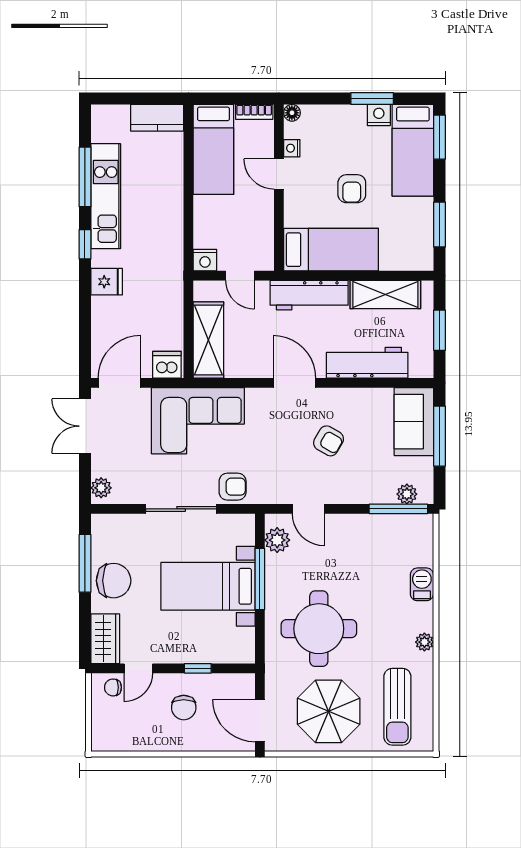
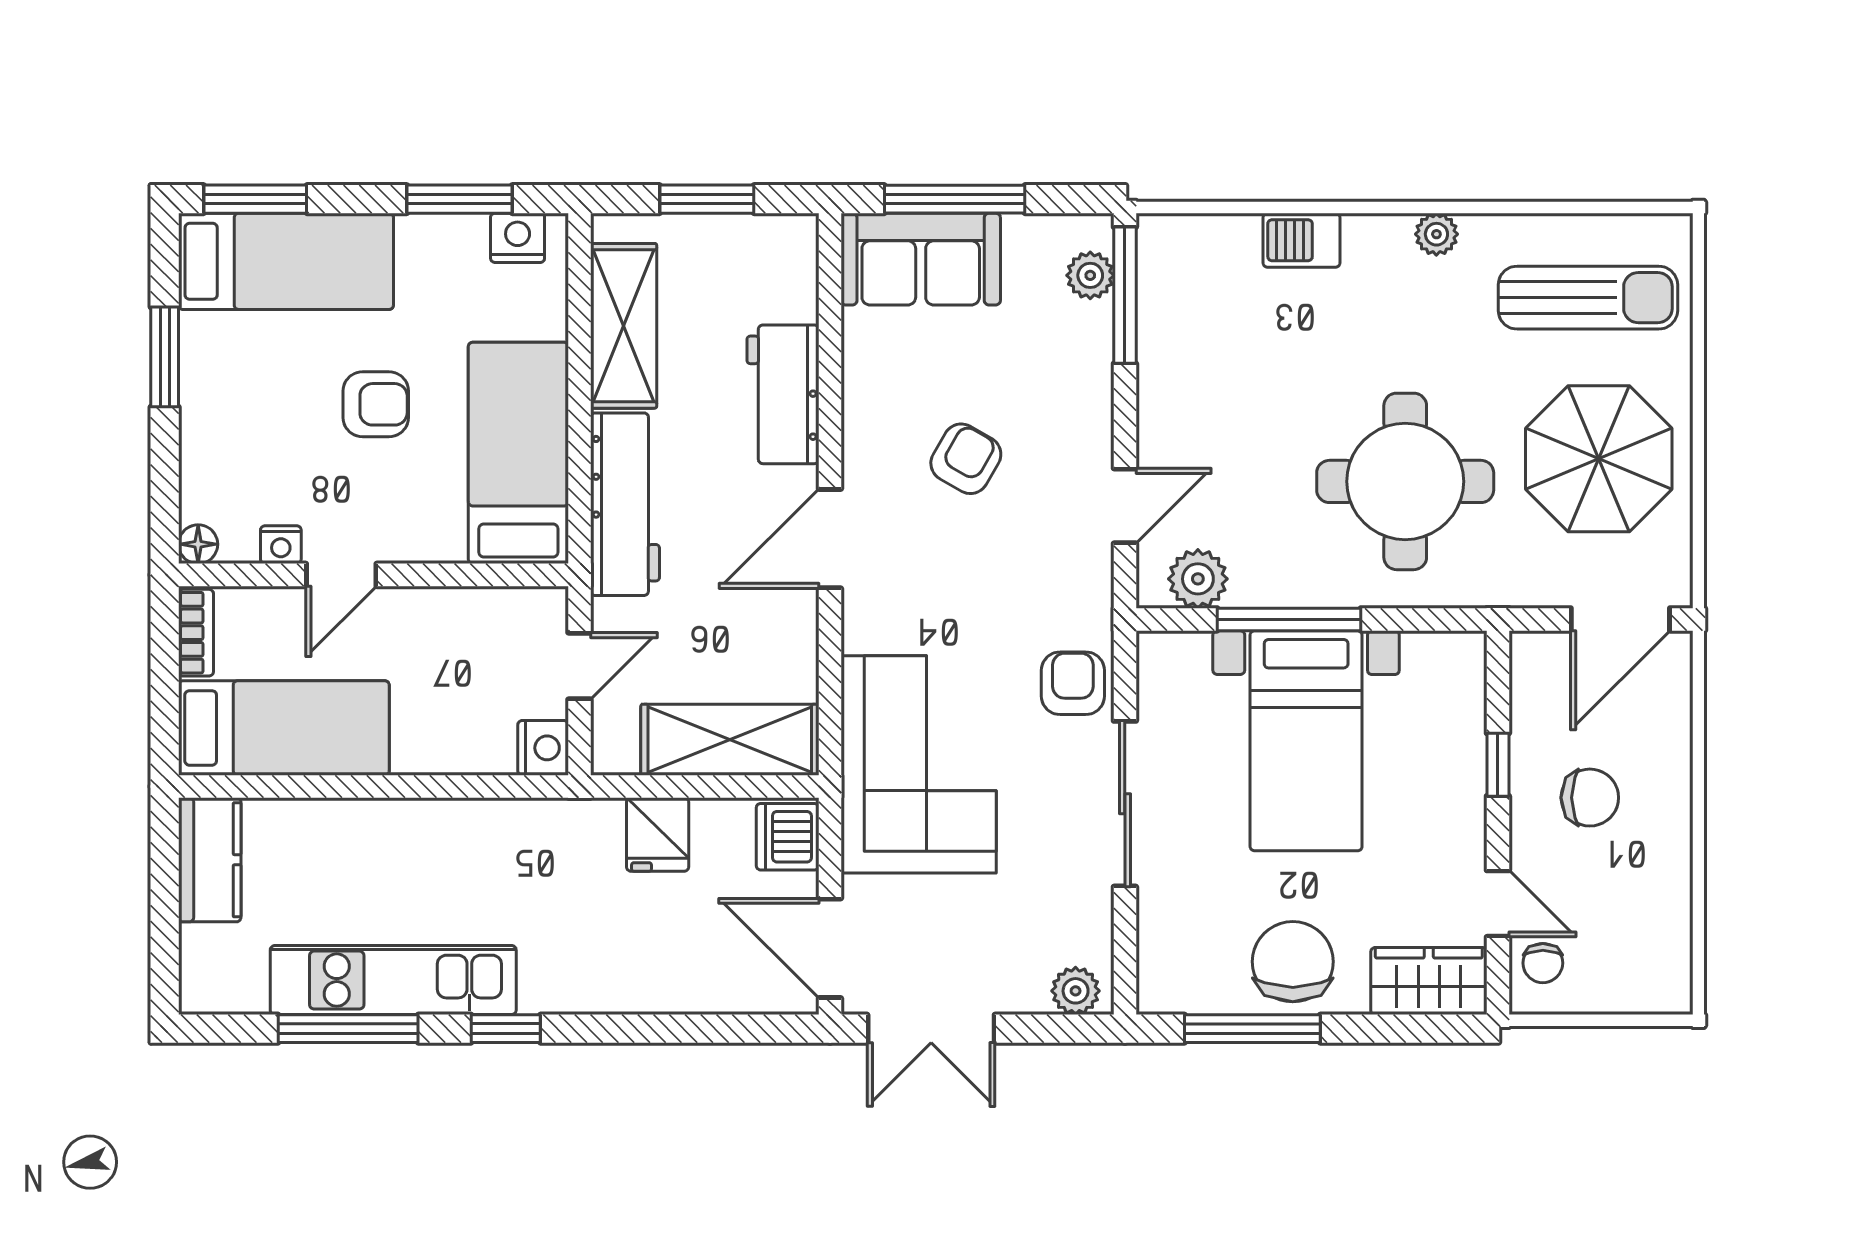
nightstand: (379, 115) -> (518, 238), moved, turned 90
fridge: (107, 282) -> (658, 834), moved, turned 180
workbench: (367, 363) -> (783, 394), width x0.73

